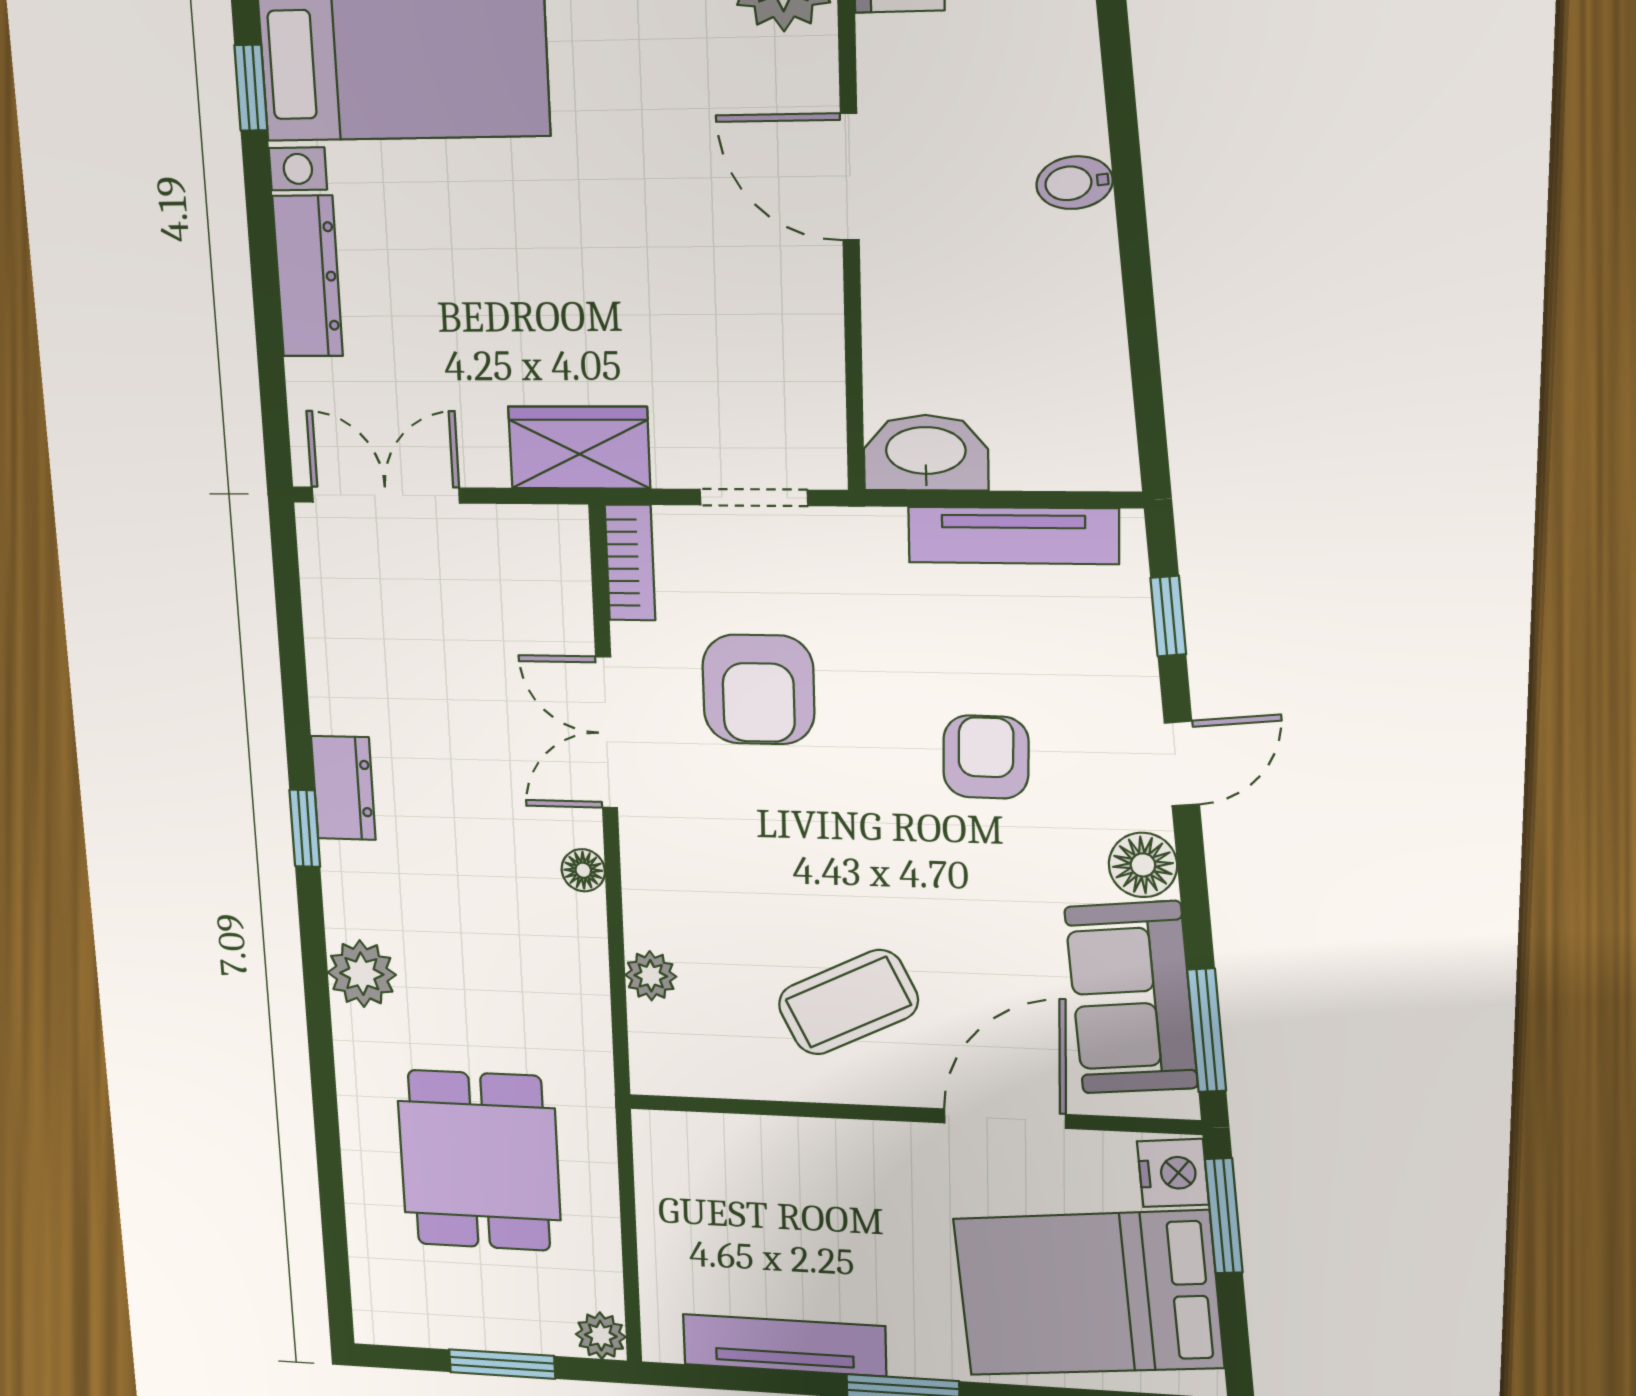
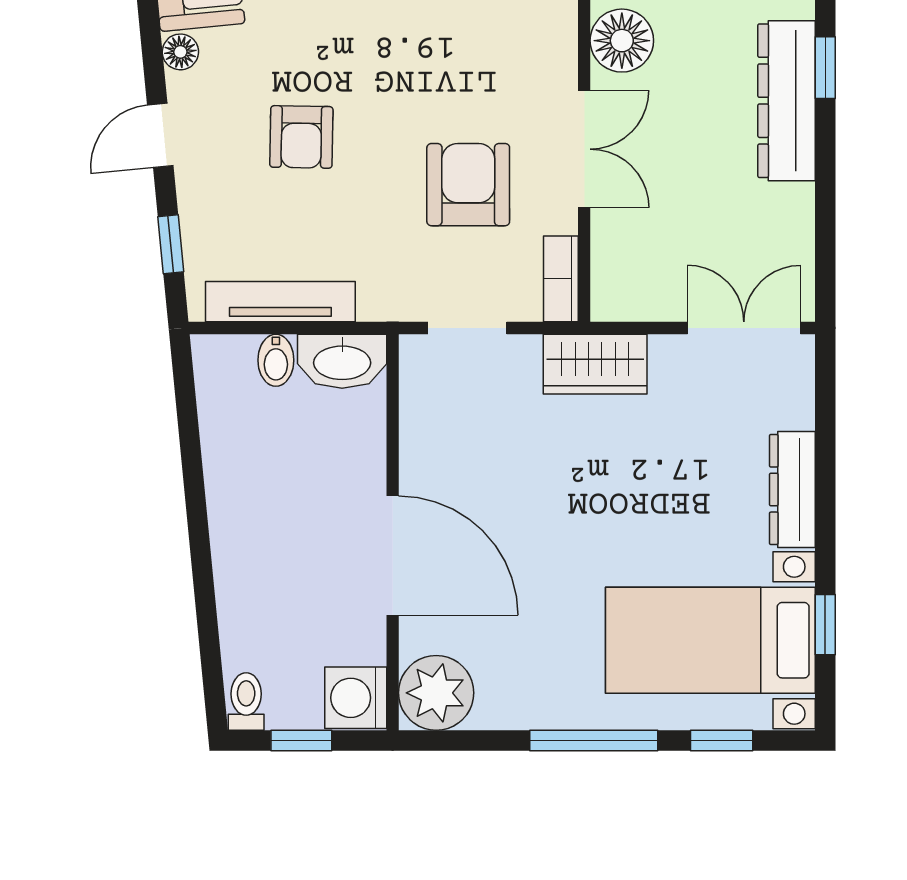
door: (850, 177) -> (393, 556), width x1.36
bidet: (1075, 183) -> (276, 360), moved, turned 96
double door: (385, 495) -> (744, 328), swing flipped
dresser: (343, 788) -> (787, 101), width x1.96, depth x1.24
floor lamp: (1143, 865) -> (180, 52), width x0.73, depth x0.73
floor lamp: (583, 870) -> (622, 41), width x1.89, depth x1.89

